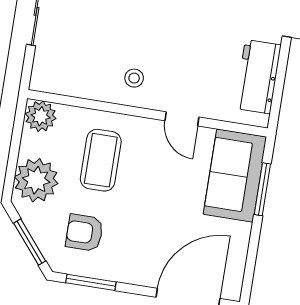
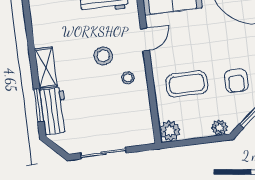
stool: (176, 52) -> (103, 56), added
plant: (36, 180) -> (219, 128), width x0.53, depth x0.53

